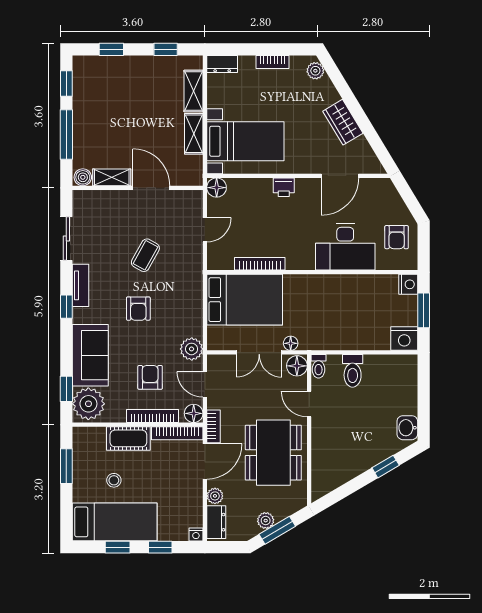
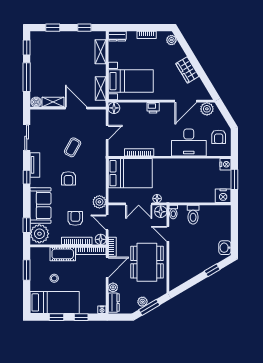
shelving: (194, 134) -> (101, 89), moved
plant: (376, 189) -> (207, 109), added

